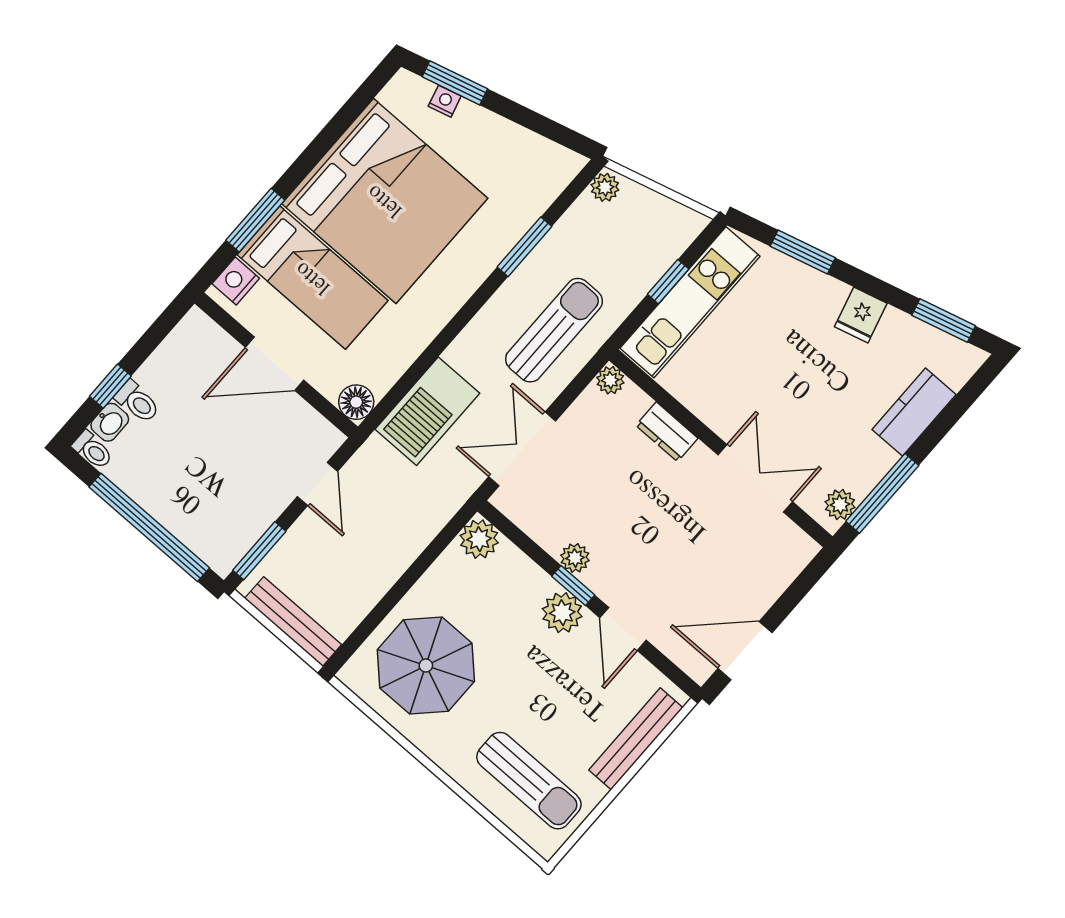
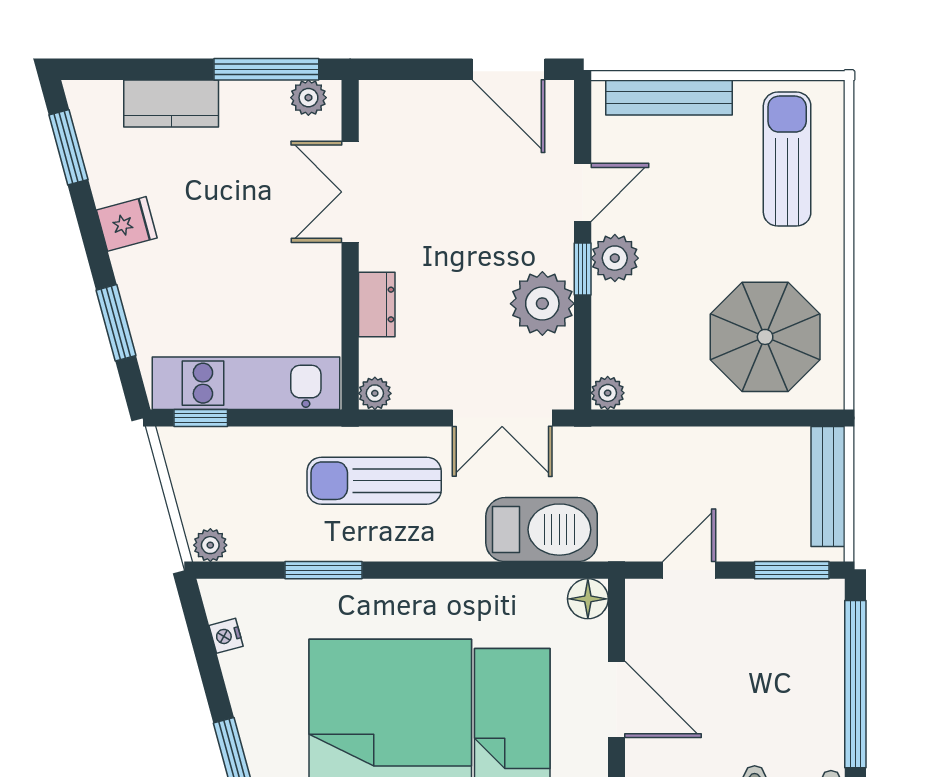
nightstand: (445, 101) -> (226, 636), moved
window: (668, 282) -> (201, 418), moved
plant: (479, 539) -> (608, 393), width x0.73, depth x0.73
plant: (575, 558) -> (542, 304), width x1.88, depth x1.88

